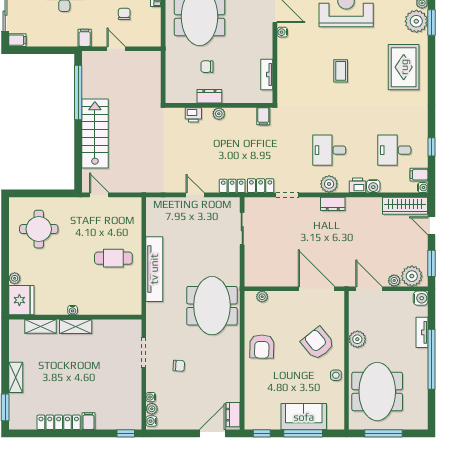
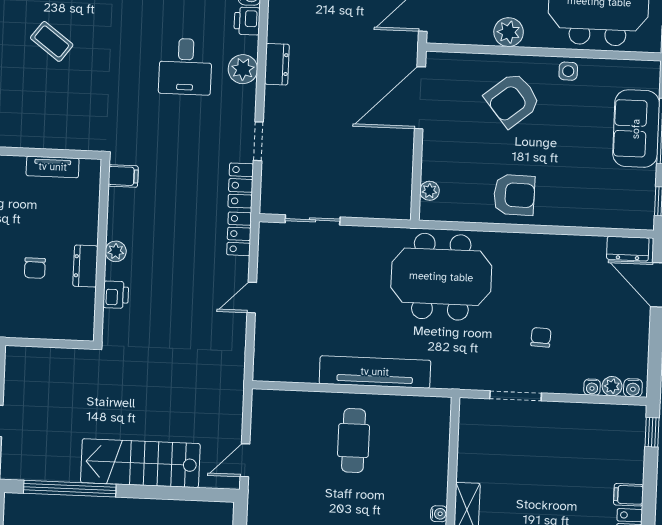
coffee table: (341, 71) -> (52, 41), turned 37

